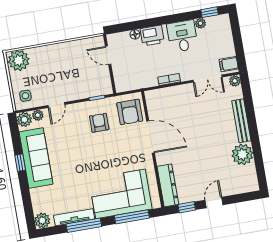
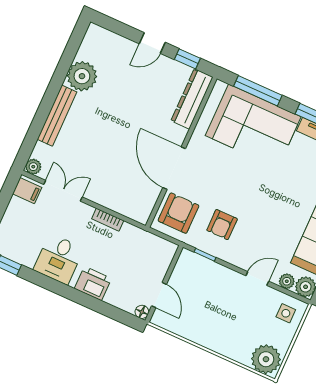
plant: (200, 23) -> (28, 260), removed
floor lamp: (135, 34) -> (142, 312), moved

